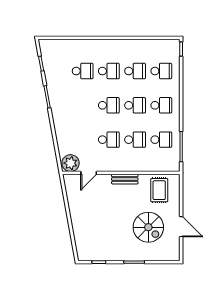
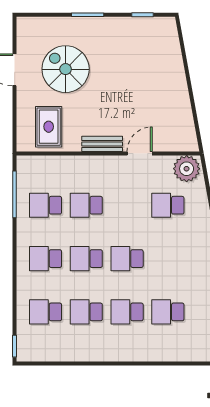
school desk: (109, 140) -> (168, 205), moved
door: (89, 173) -> (140, 154), moved

